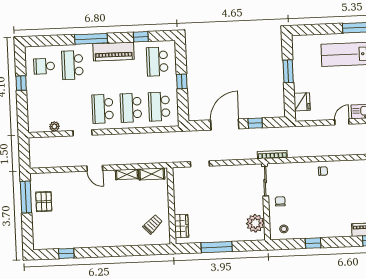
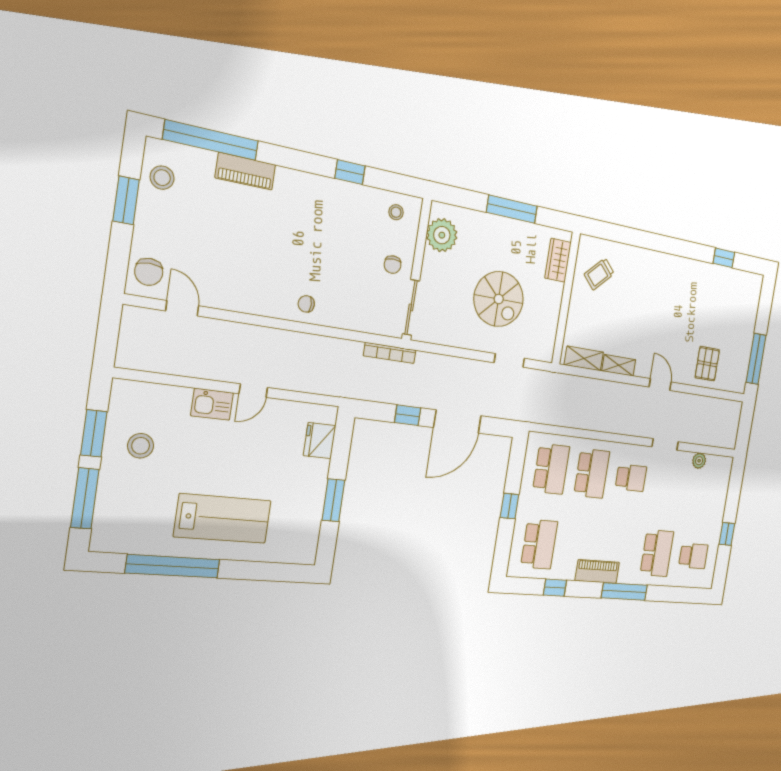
piano: (114, 51) -> (597, 571), width x0.73, depth x0.75
school desk: (103, 109) -> (631, 478), width x0.54
spiral stairs: (214, 196) -> (499, 299), added
pallet: (44, 202) -> (707, 364), moved

